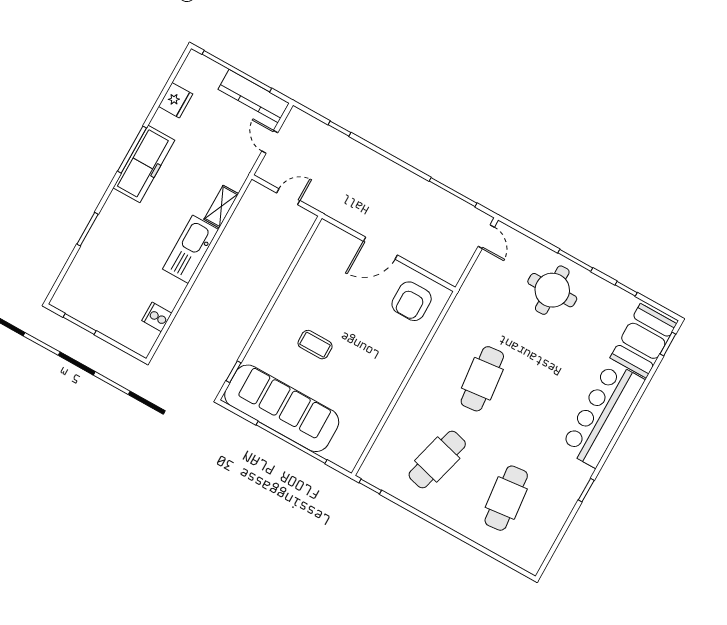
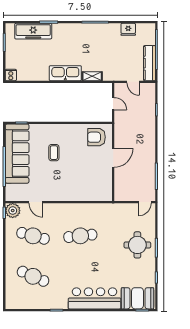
door: (270, 142) -> (133, 82), swing flipped
freezer: (144, 164) -> (33, 31), moved
door: (380, 248) -> (113, 158), swing flipped
armchair: (412, 301) -> (97, 137), moved
cooker: (157, 317) -> (11, 75), moved
door: (382, 422) -> (36, 202), added
plant: (375, 470) -> (13, 211), added
cafe table: (506, 498) -> (33, 276), turned 30

